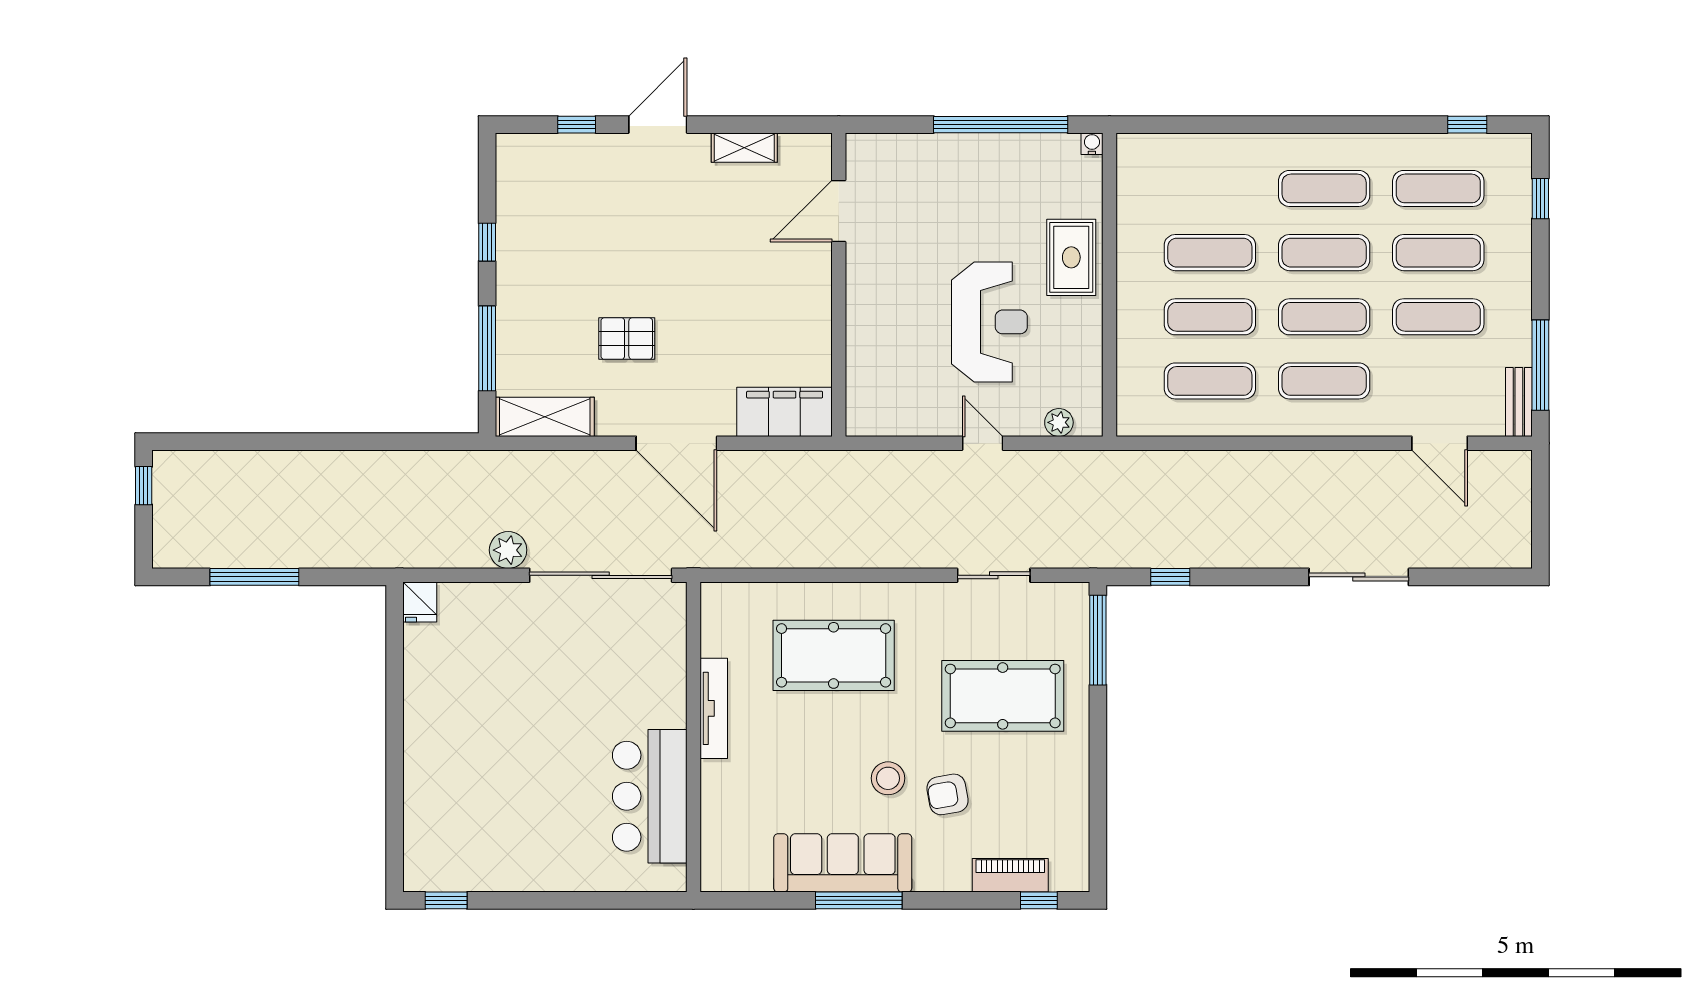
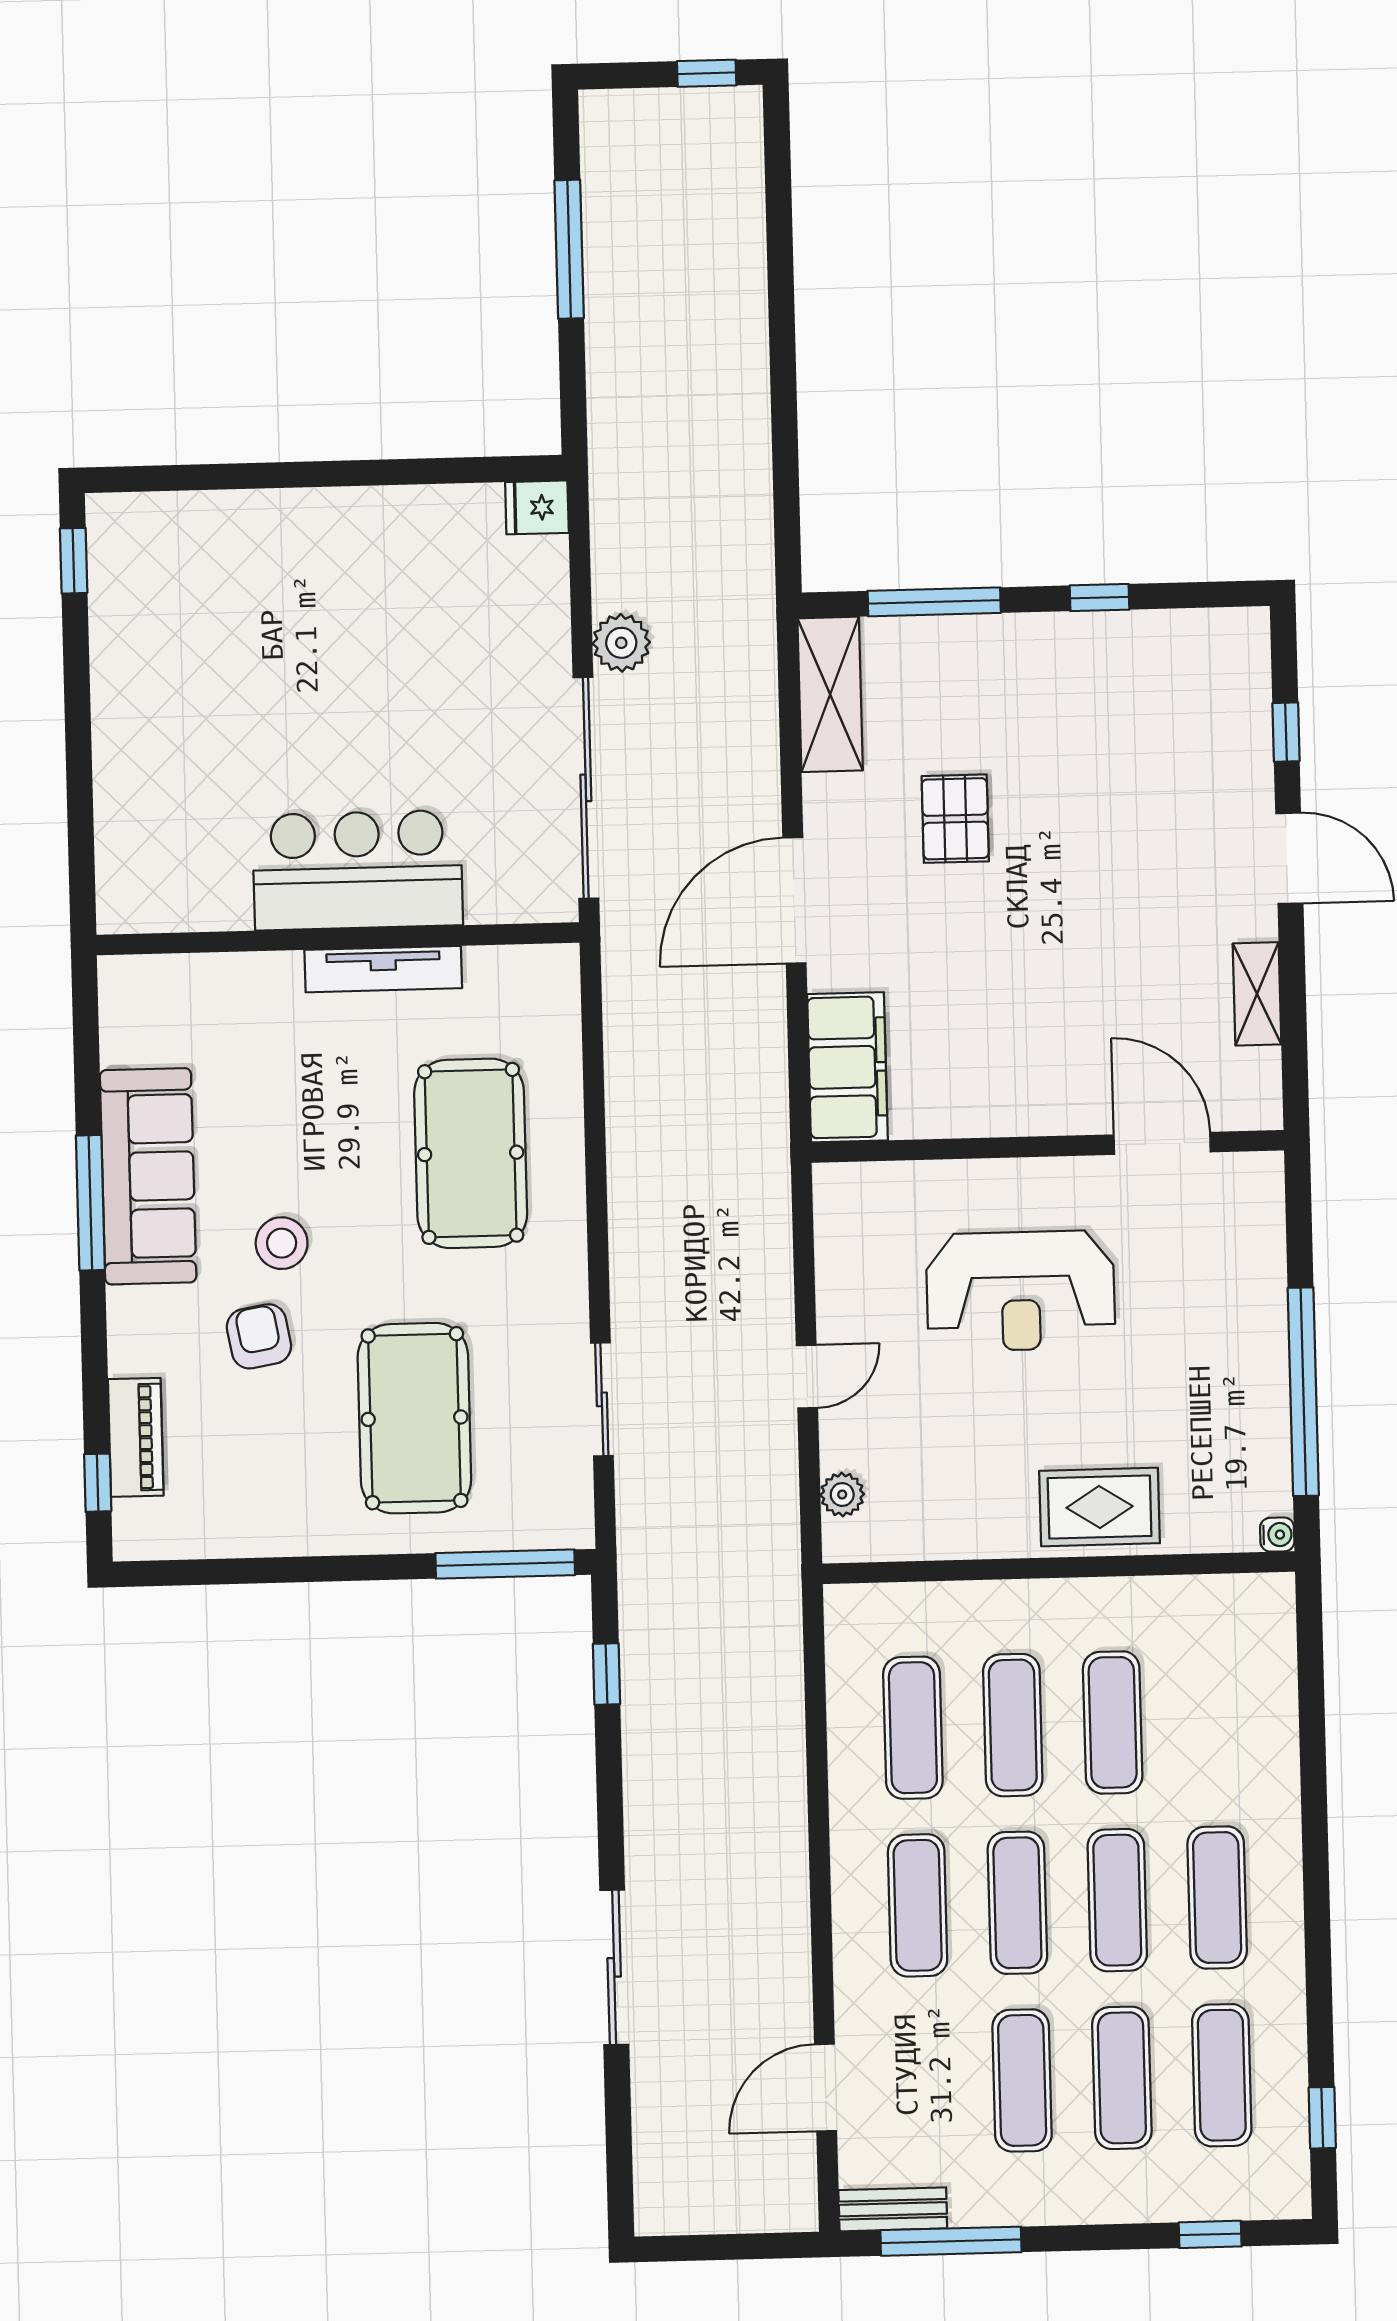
reception desk: (989, 322) -> (1021, 1291), moved
bar counter: (650, 796) -> (358, 870), moved

